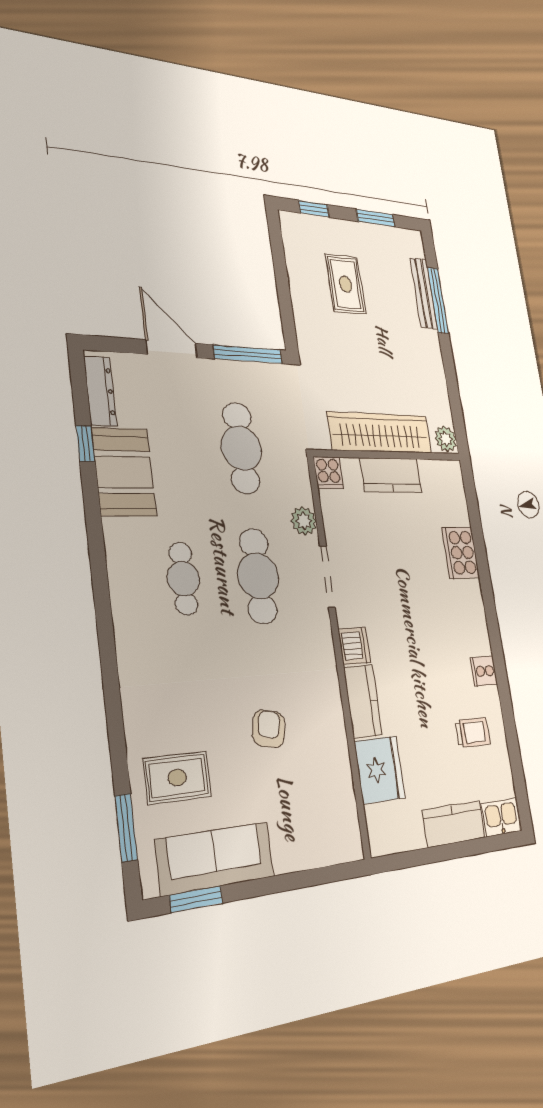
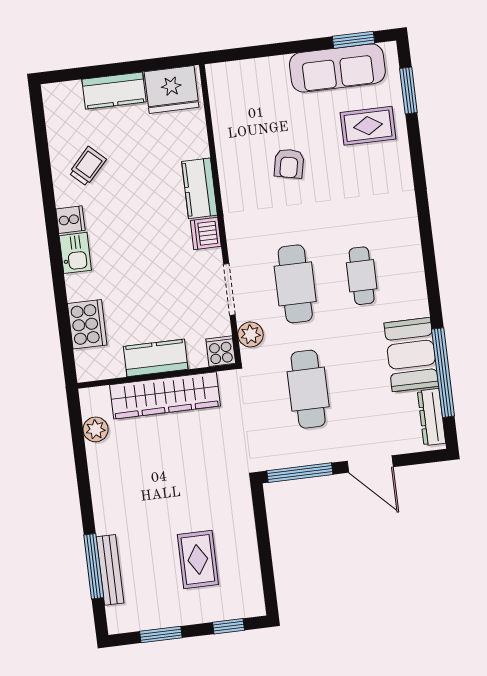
wardrobe: (380, 433) -> (165, 395), moved
window: (85, 444) -> (443, 373), width x3.17
wall: (389, 455) -> (157, 376), moved
cooker: (328, 473) -> (221, 351), moved
kitchen counter: (391, 475) -> (156, 358), moved
trolley: (473, 732) -> (88, 166), turned 133
fridge: (380, 770) -> (172, 89), moved, turned -90
kitchen sink: (501, 817) -> (75, 253), moved, turned -90

